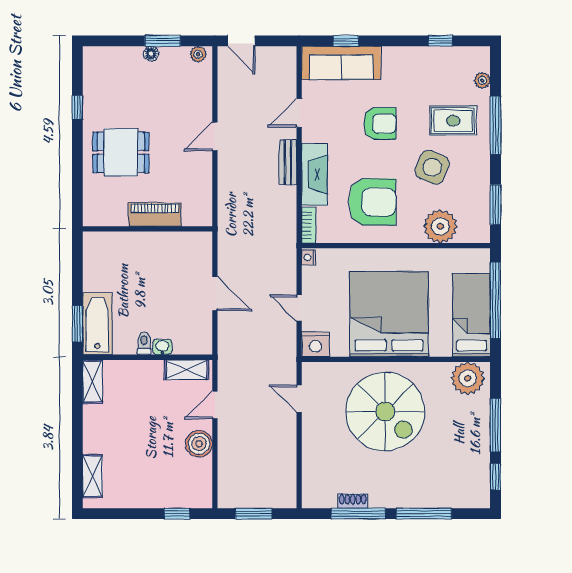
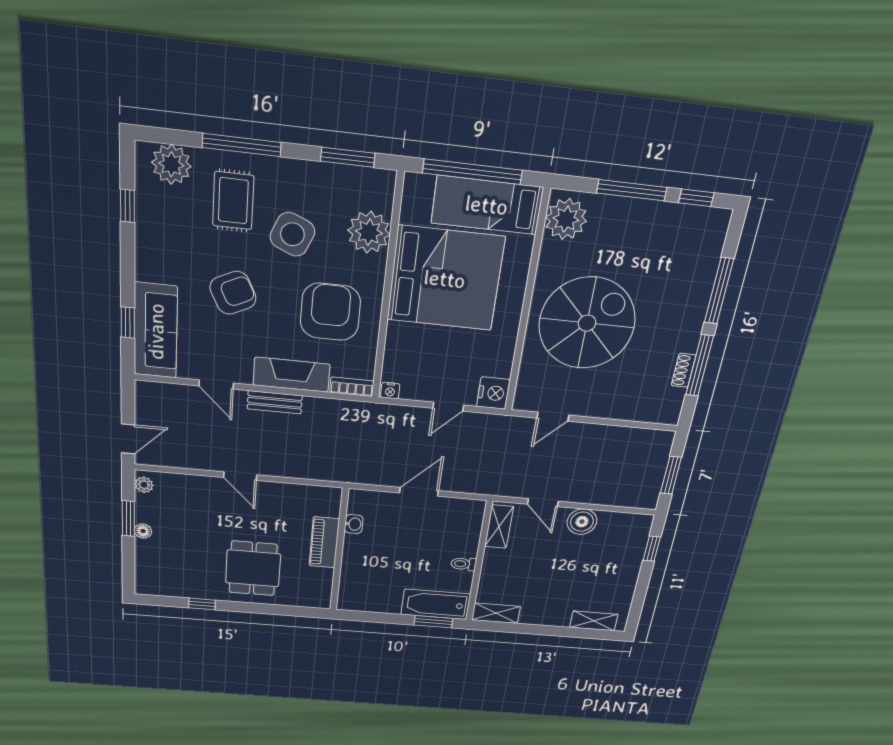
plant: (482, 80) -> (171, 164), width x1.88, depth x1.88
armchair: (380, 124) -> (233, 293), turned 64
bed: (389, 314) -> (445, 279), moved, turned 180
washbasin: (162, 347) -> (354, 524), moved, turned 180

